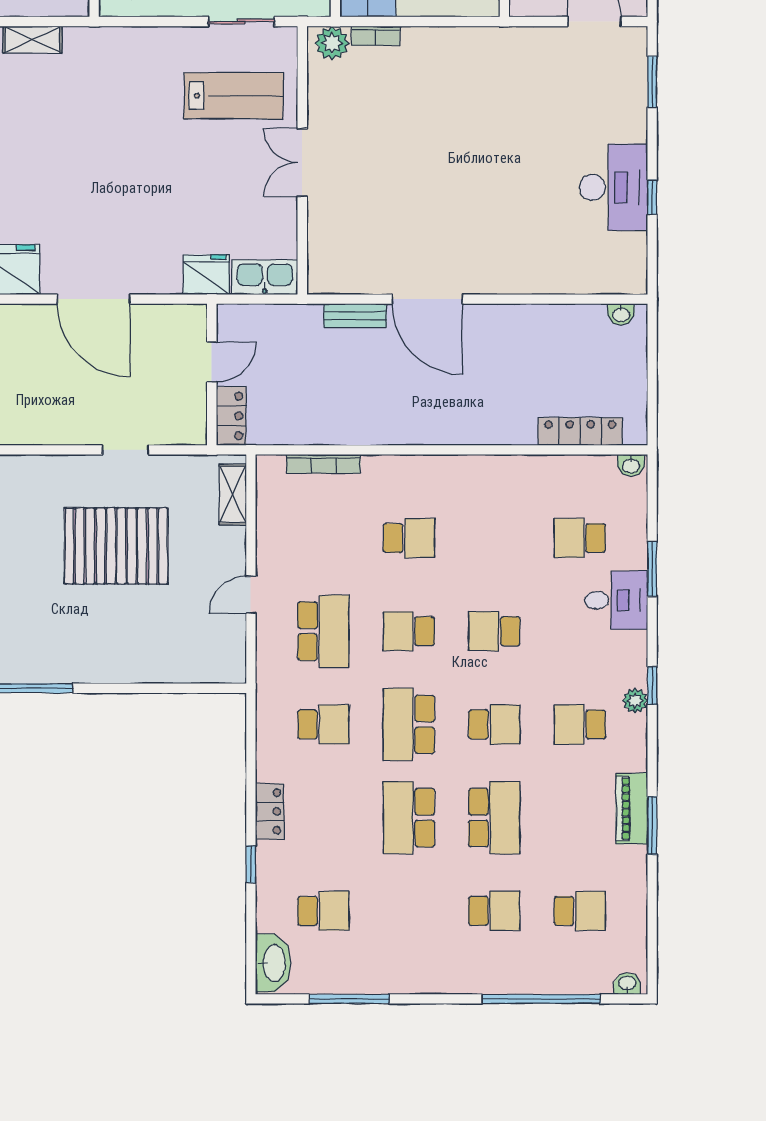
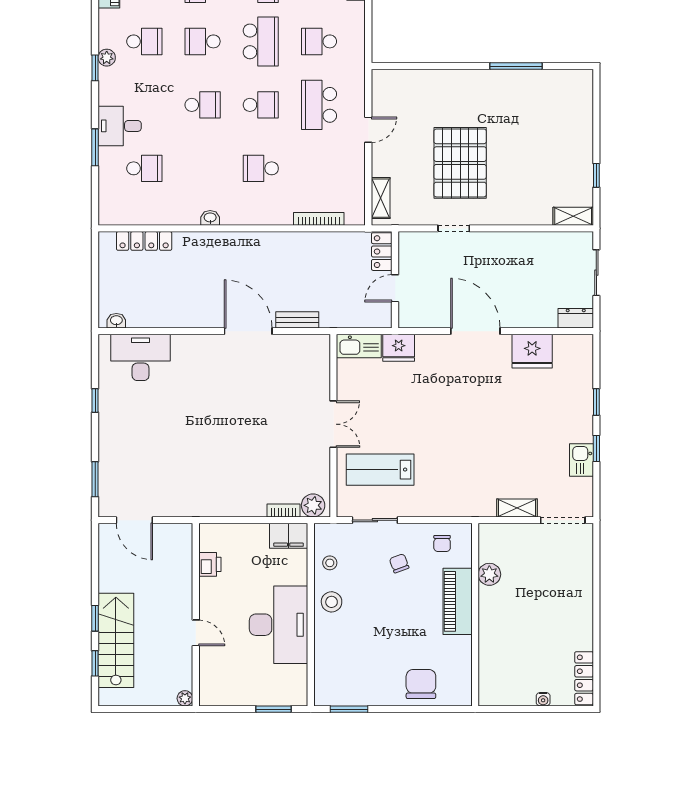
desk: (614, 187) -> (141, 357), moved, turned 90
washbasin: (631, 465) -> (210, 218), moved
pallet: (116, 546) -> (460, 163), turned 90

